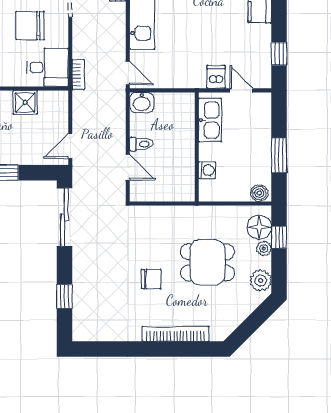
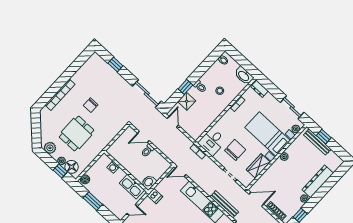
dishwasher: (216, 77) -> (155, 196), moved
shower: (25, 102) -> (187, 101), moved
washbasin: (142, 103) -> (149, 182), moved

